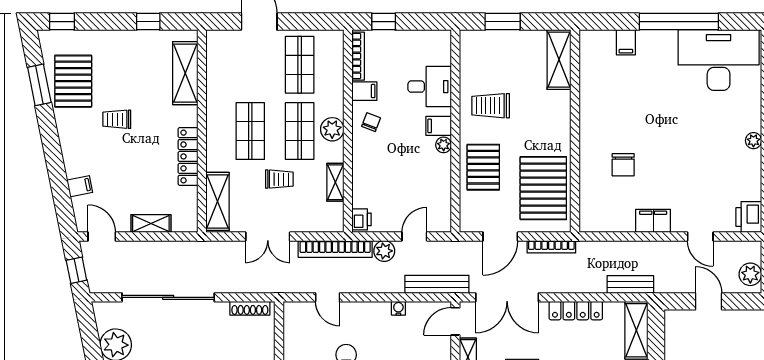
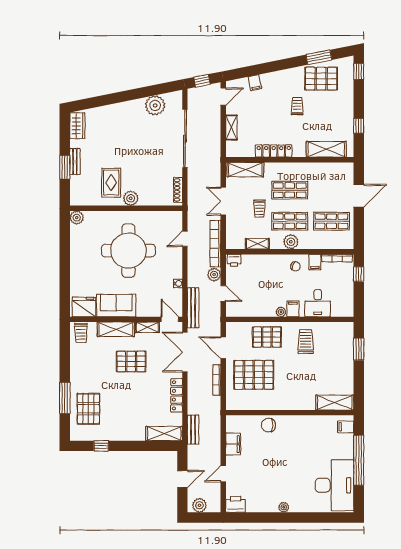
shelving: (559, 60) -> (335, 403), moved
wall: (575, 131) -> (290, 413), moved

